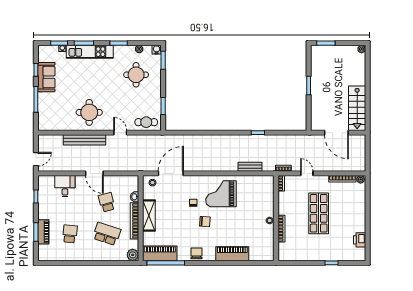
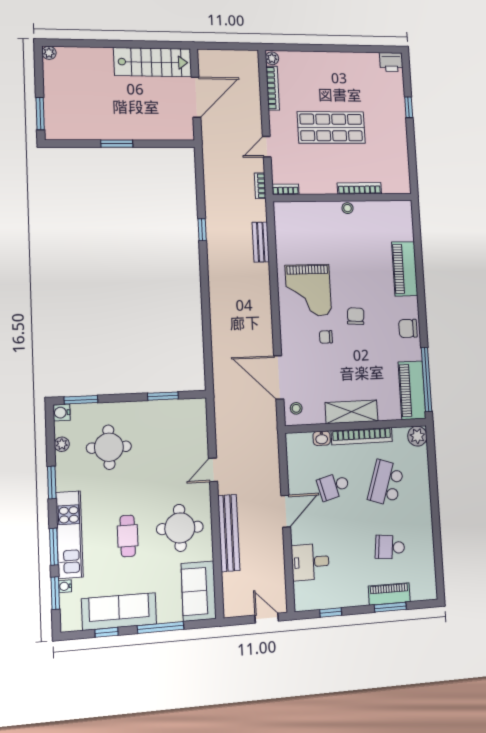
sofa: (46, 77) -> (119, 611), width x1.36
sofa: (54, 121) -> (199, 591), added
cafe table: (146, 122) -> (128, 536), moved
printer: (360, 240) -> (391, 62), moved

